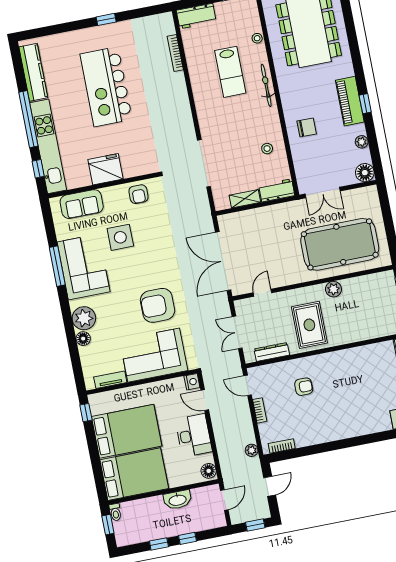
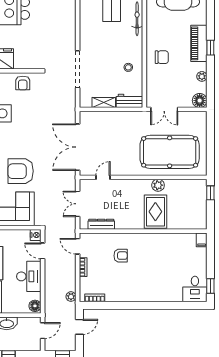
rug: (309, 325) -> (155, 212), moved

